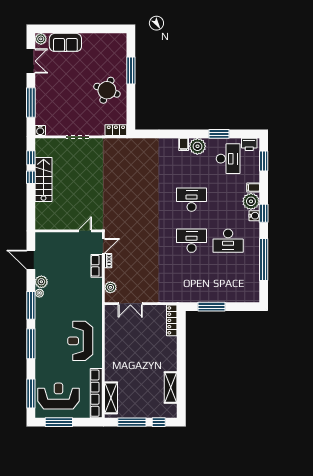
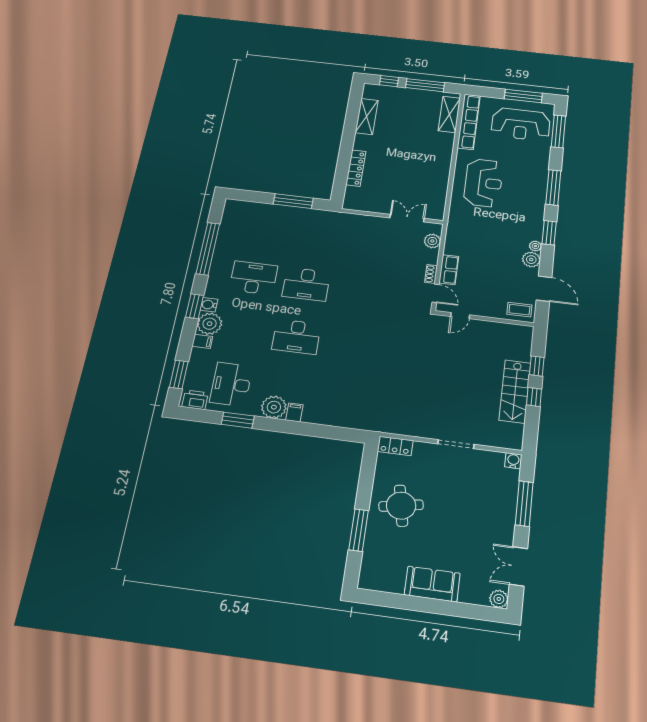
sofa: (65, 42) -> (432, 584), moved
round table: (107, 90) -> (401, 506), turned -32
window: (31, 158) -> (537, 366), moved
coffee table: (46, 241) -> (519, 310), added
door: (103, 246) -> (436, 293), swing flipped
window: (31, 305) -> (549, 233), width x0.69
locker: (172, 320) -> (356, 168), moved

